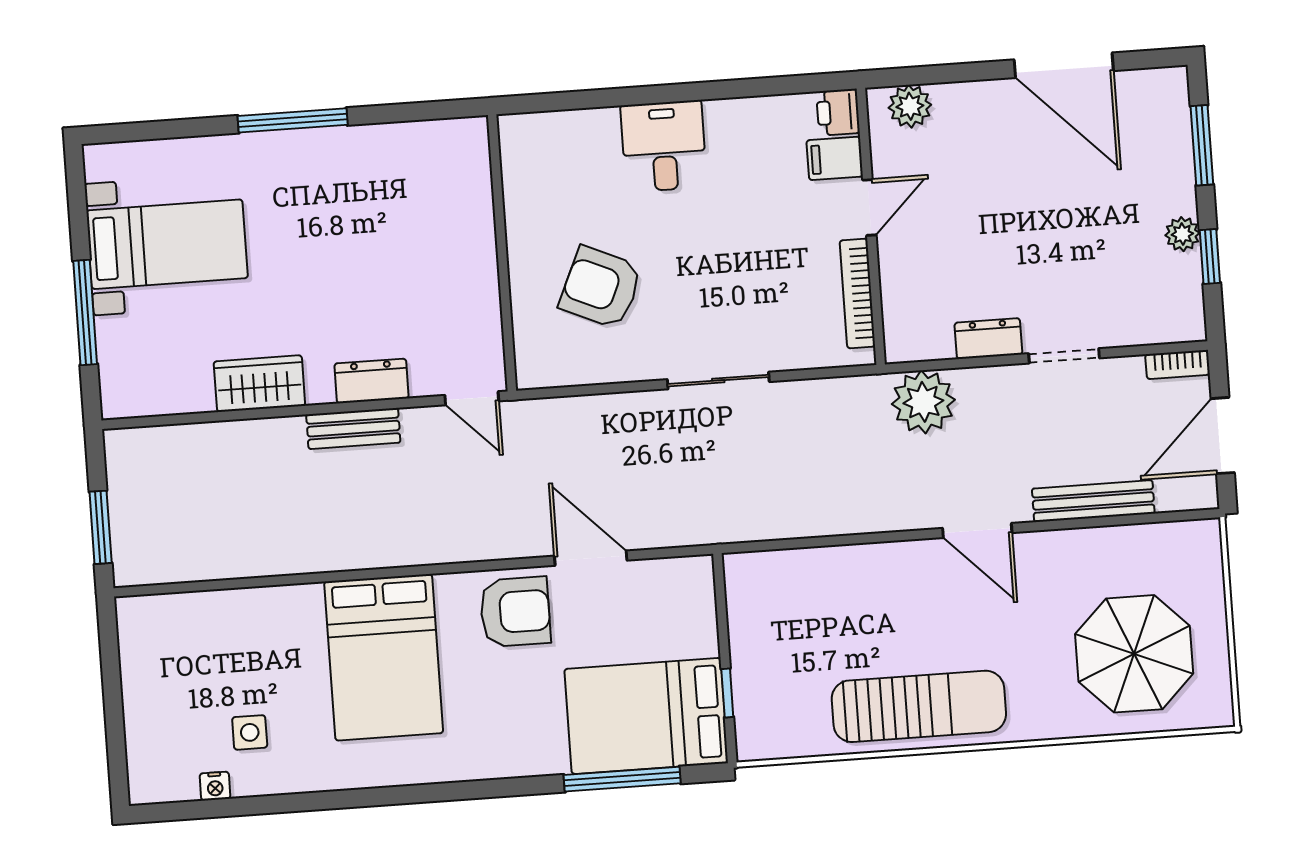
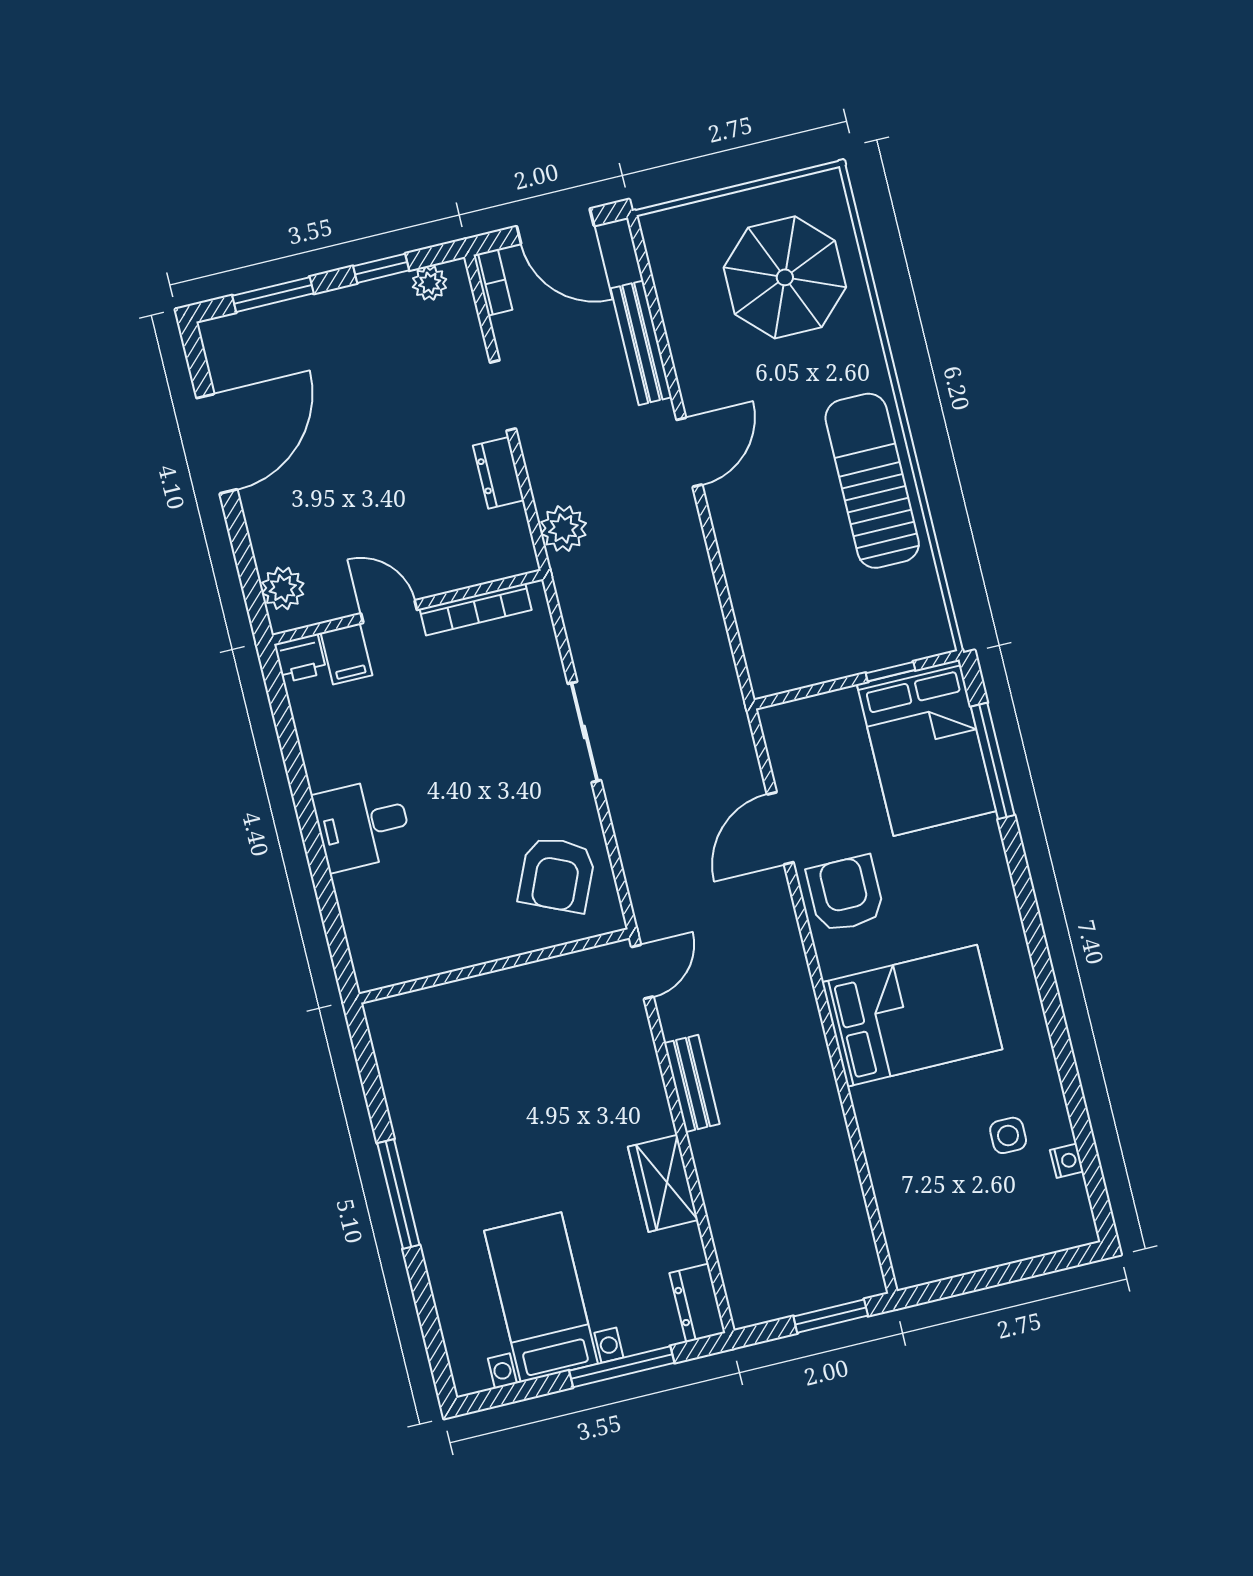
plant: (1182, 234) -> (430, 283), moved
armchair: (601, 287) -> (557, 874), moved
dresser: (371, 381) -> (697, 1303), moved
plant: (923, 402) -> (563, 529), width x0.73, depth x0.73

